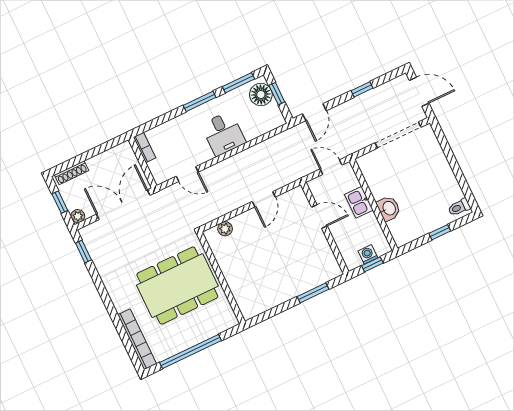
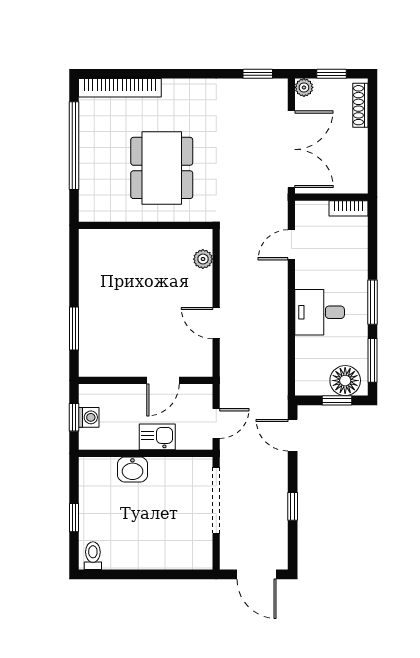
door: (419, 92) -> (256, 574), hinge flipped
doorway: (398, 135) -> (216, 500), moved
dining table: (177, 286) -> (162, 168), width x0.73, depth x0.80

